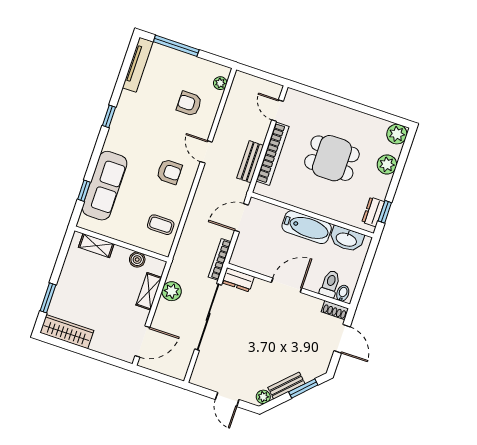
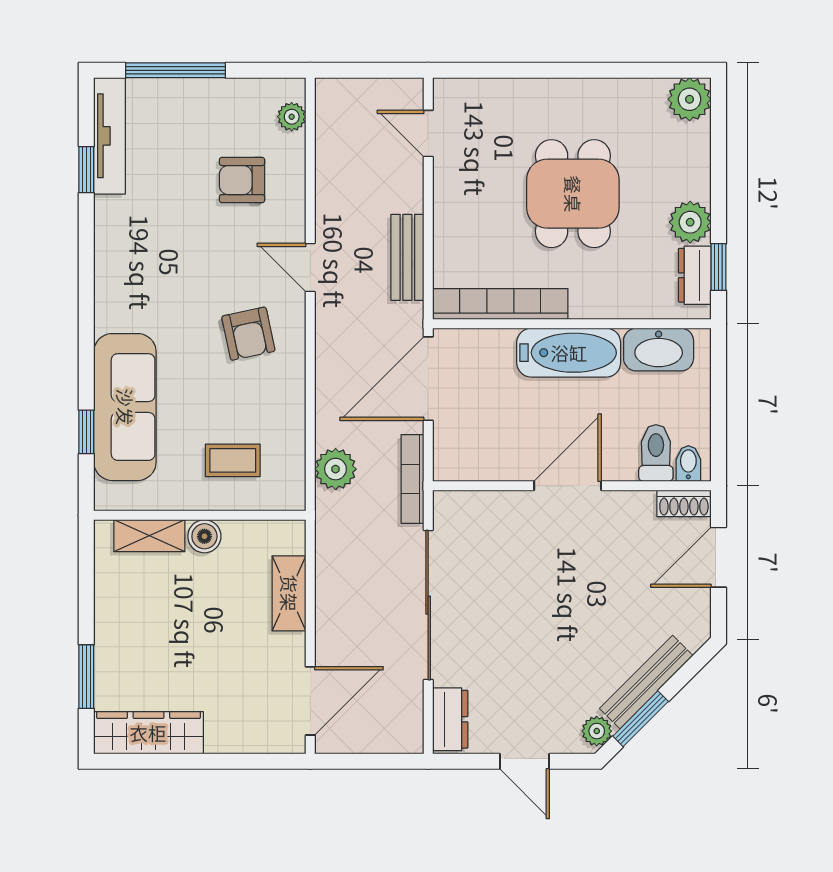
window: (109, 116) -> (86, 170), moved
bookcase: (273, 154) -> (500, 304), moved, turned -90
dining table: (332, 158) -> (573, 194), turned 90
plant: (387, 164) -> (690, 222), moved
armchair: (169, 172) -> (248, 334), turned 78
door: (241, 218) -> (428, 379), width x1.36
coffee table: (161, 225) -> (233, 460), moved
boiler: (137, 260) -> (204, 536), moved
dresser: (238, 280) -> (450, 719), moved, turned -90
plant: (172, 291) -> (336, 469), moved
door: (342, 339) -> (718, 557), swing flipped
bench: (286, 386) -> (646, 682), width x1.36
window: (303, 388) -> (641, 719), moved

